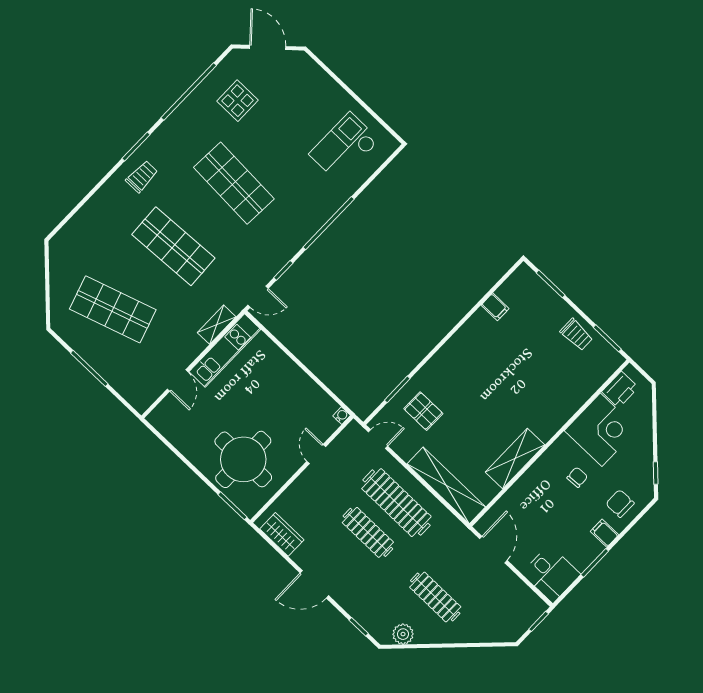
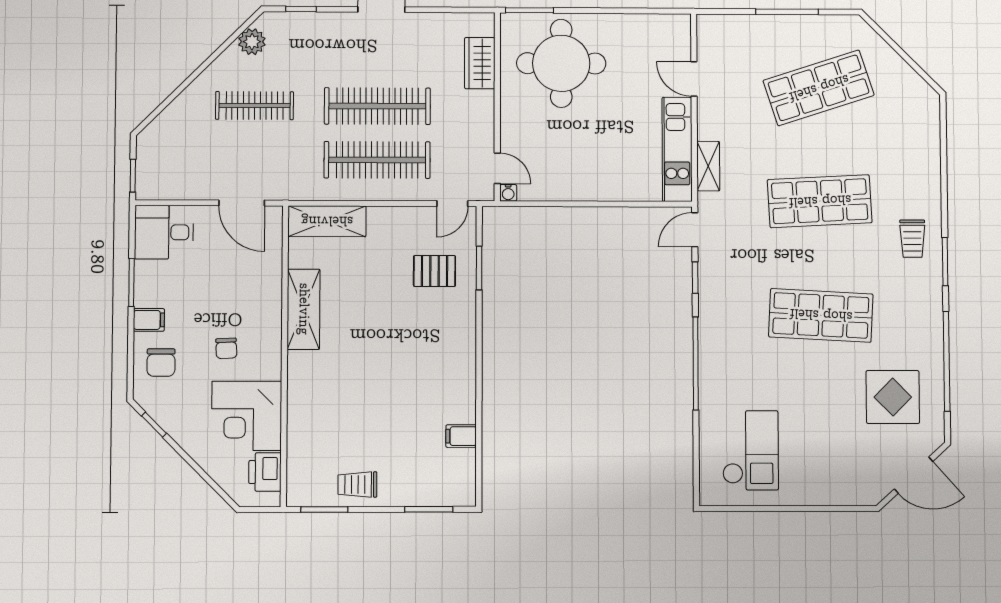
display table: (238, 101) -> (893, 397), width x1.36, depth x1.36
door: (316, 454) -> (497, 168), moved
shelving: (446, 485) -> (327, 221), width x0.68
chair: (620, 503) -> (161, 363), turned 90
clothes rail: (368, 532) -> (377, 106), width x1.37, depth x1.31
wardrobe: (282, 534) -> (480, 63), moved, turned 90

